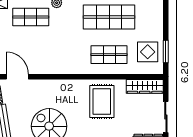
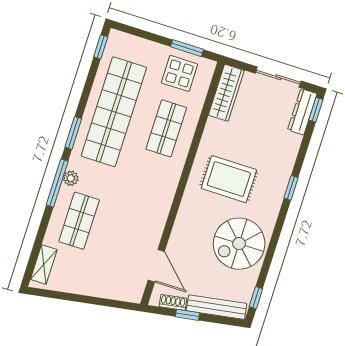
shop shelf: (109, 17) -> (114, 112), width x1.40
door: (17, 77) -> (156, 266), swing flipped
rug: (102, 102) -> (229, 179), moved

